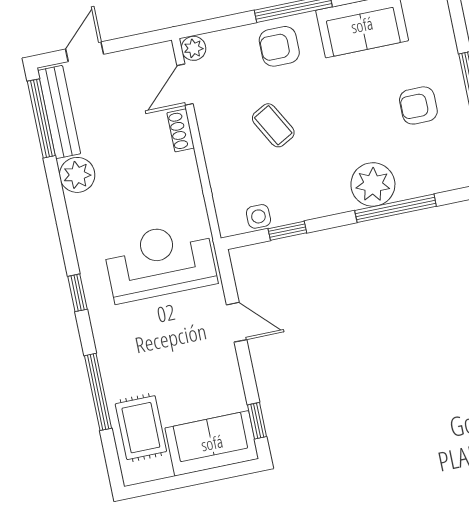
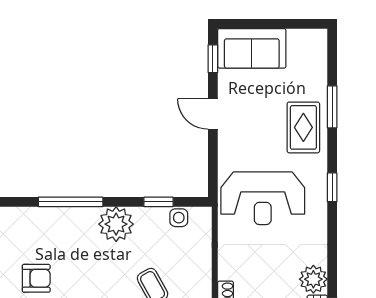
plant: (373, 184) -> (116, 224), moved
door: (237, 322) -> (213, 114), moved
window: (98, 392) -> (332, 107), width x0.69
rug: (141, 428) -> (303, 127), moved

